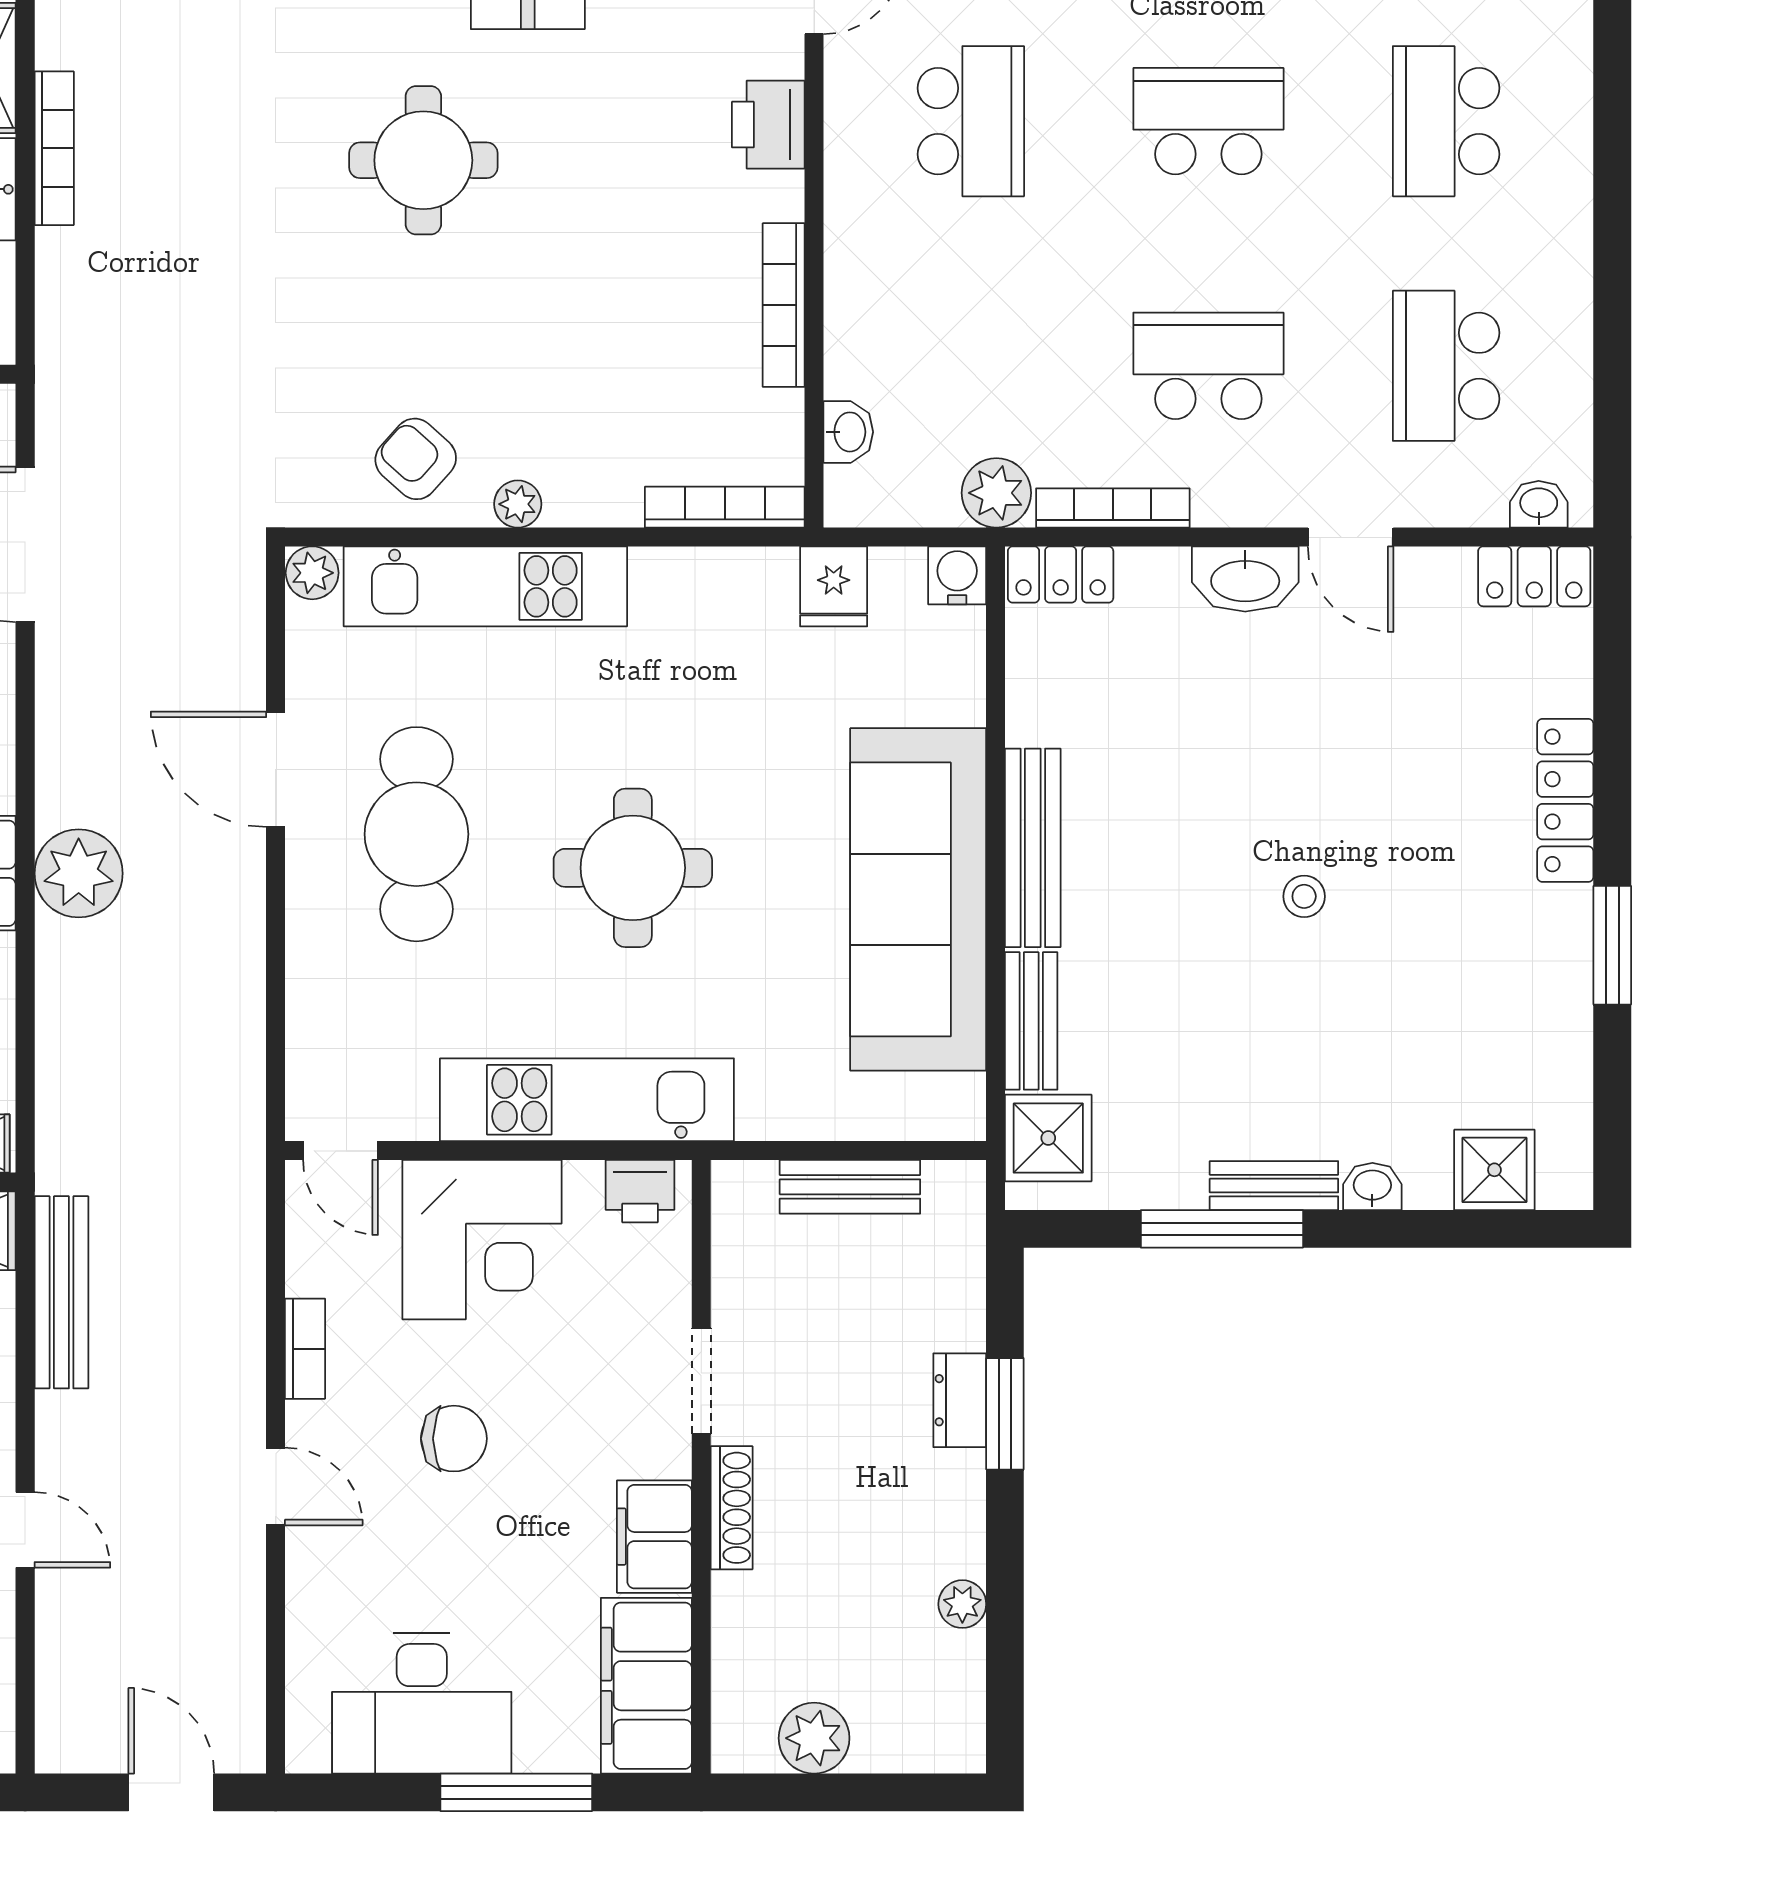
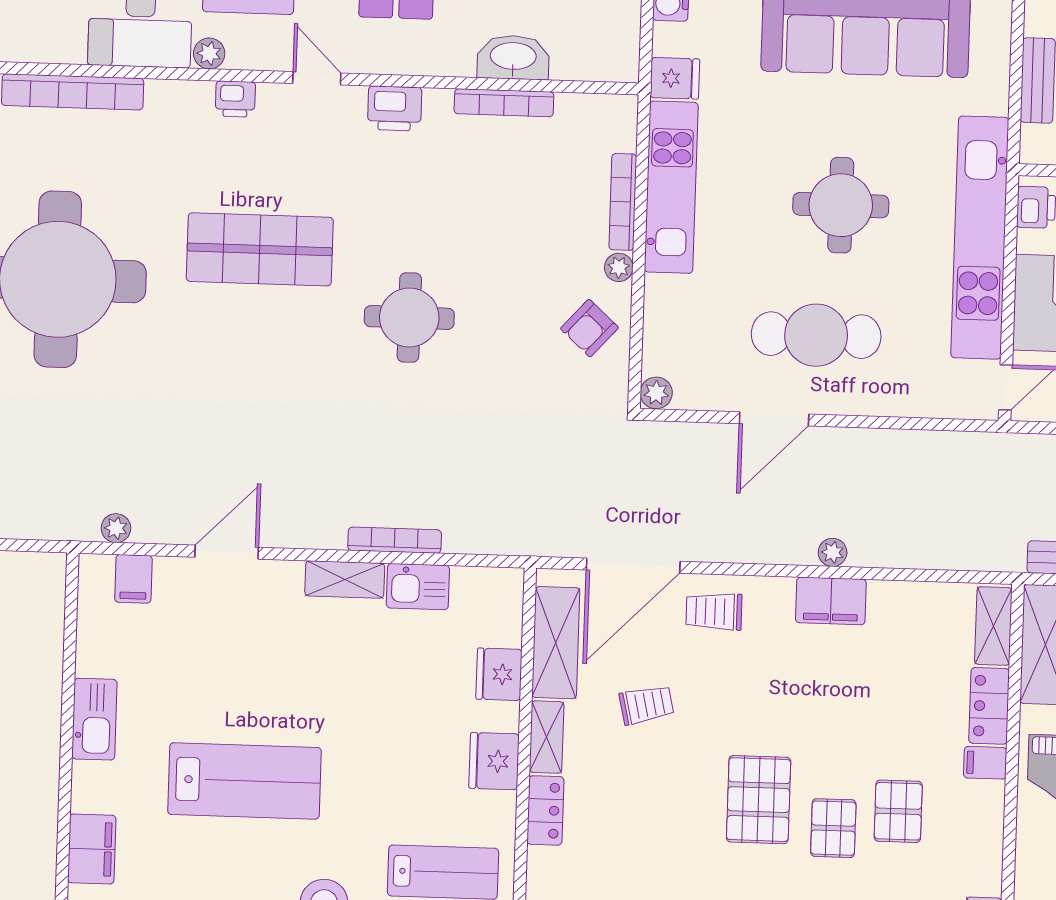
washbasin: (848, 432) -> (513, 57), moved, width x1.91, depth x1.45
bookcase: (725, 507) -> (623, 202), moved
kitchen unit: (485, 586) -> (671, 187), moved
plant: (79, 873) -> (833, 552), width x0.53, depth x0.53
kitchen unit: (587, 1100) -> (980, 238), width x1.36

